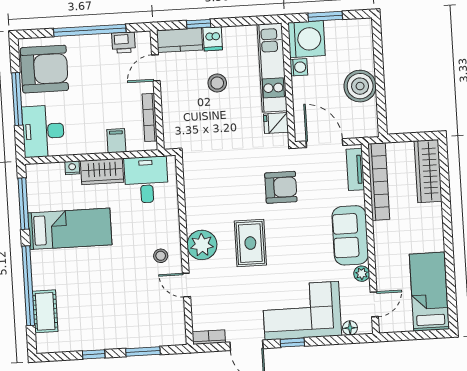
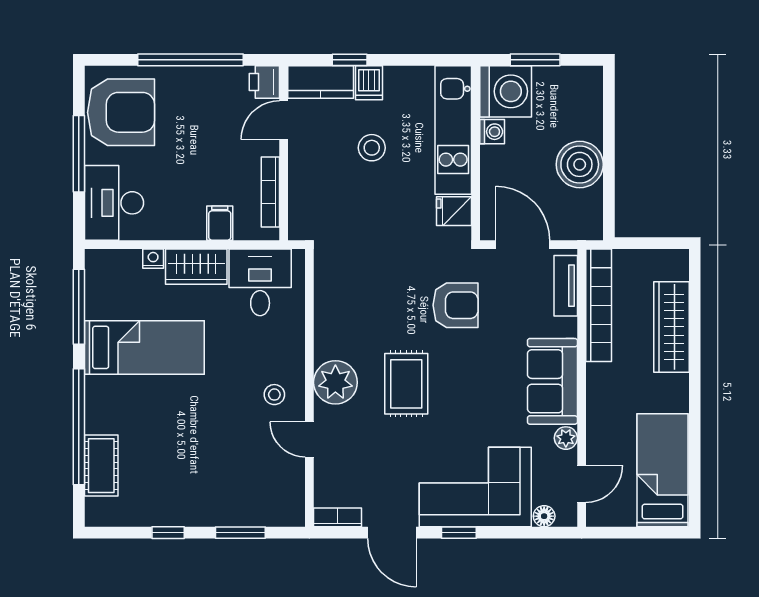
printer: (123, 43) -> (264, 82), moved, turned 90
wardrobe: (428, 171) -> (671, 327), moved

